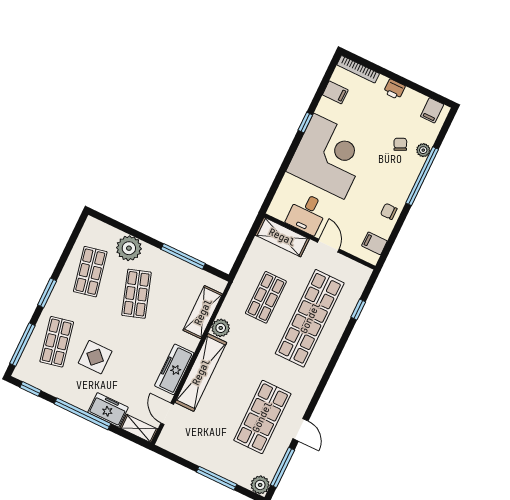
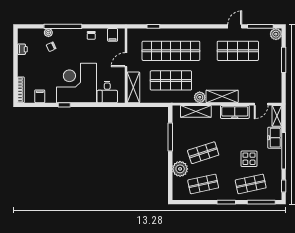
printer: (394, 89) -> (22, 49), moved
filing cabinet: (432, 110) -> (24, 38), removed
desk: (307, 214) -> (107, 92), moved, turned 90
shop shelf: (266, 297) -> (171, 80), width x1.43, depth x1.36
shelving: (201, 372) -> (222, 96), width x0.68

